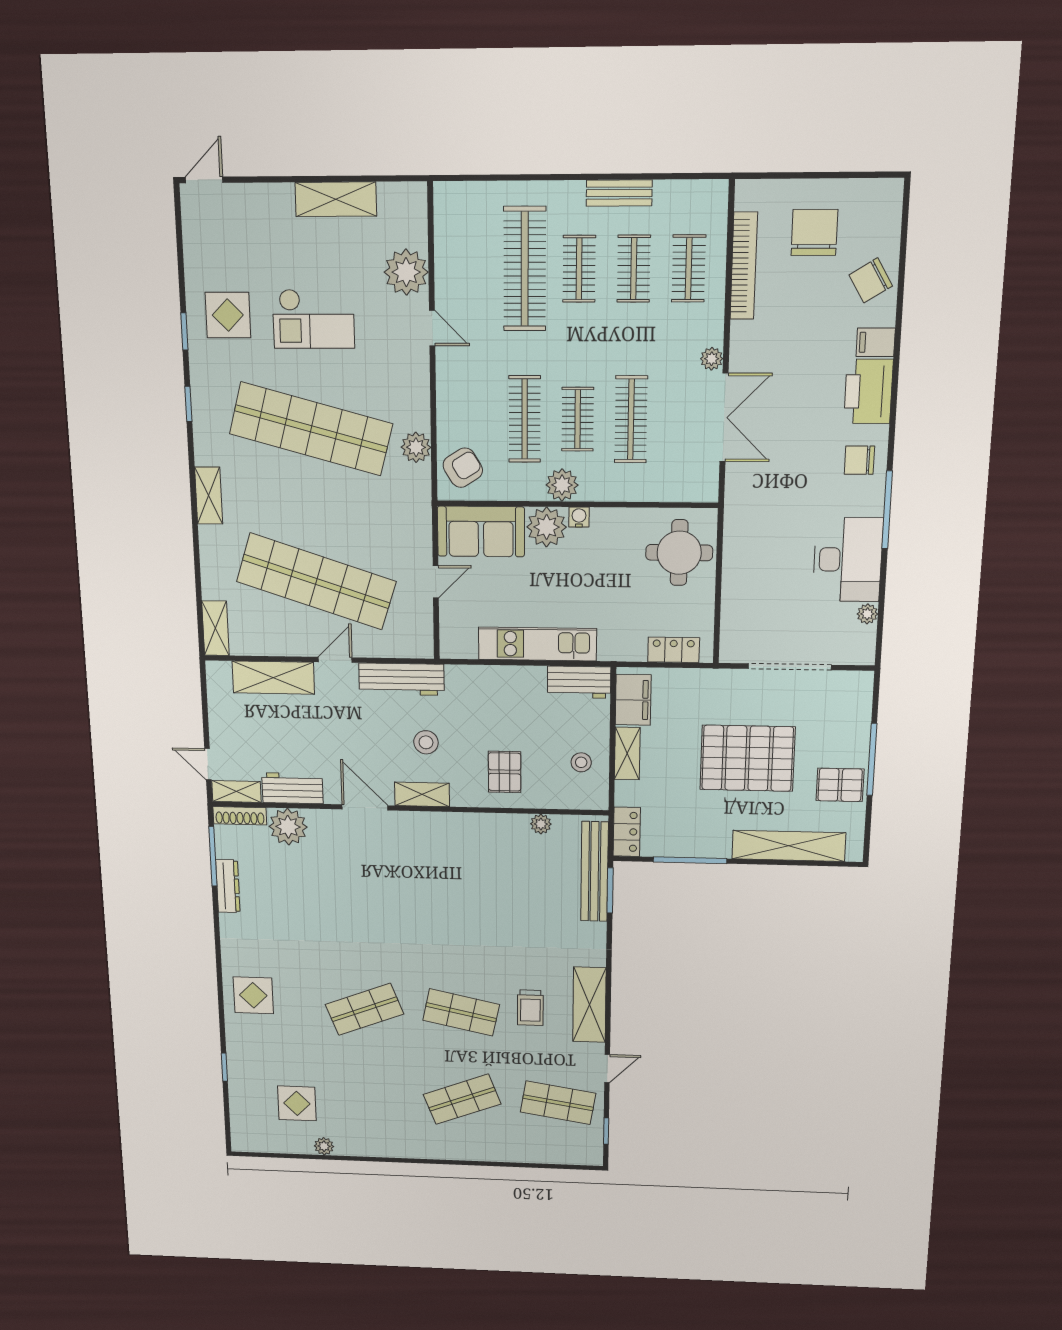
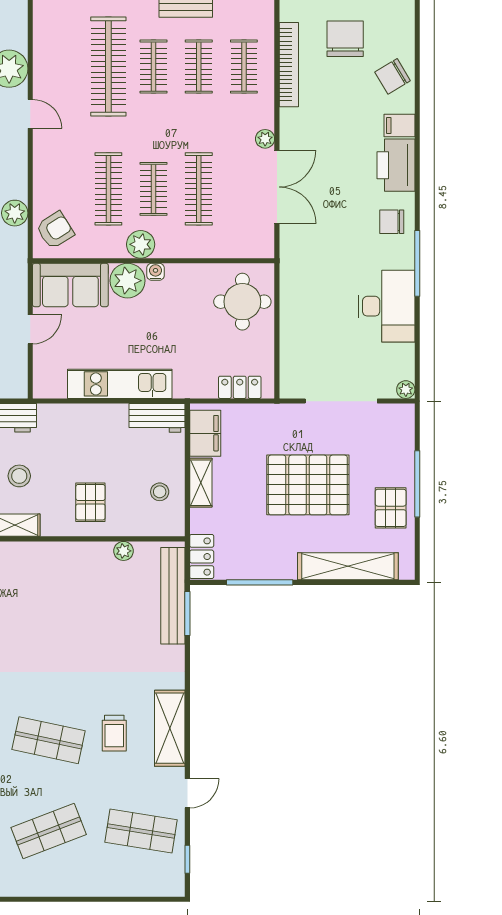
plant: (867, 614) -> (406, 390), moved
pallet: (840, 785) -> (391, 508), turned 90

